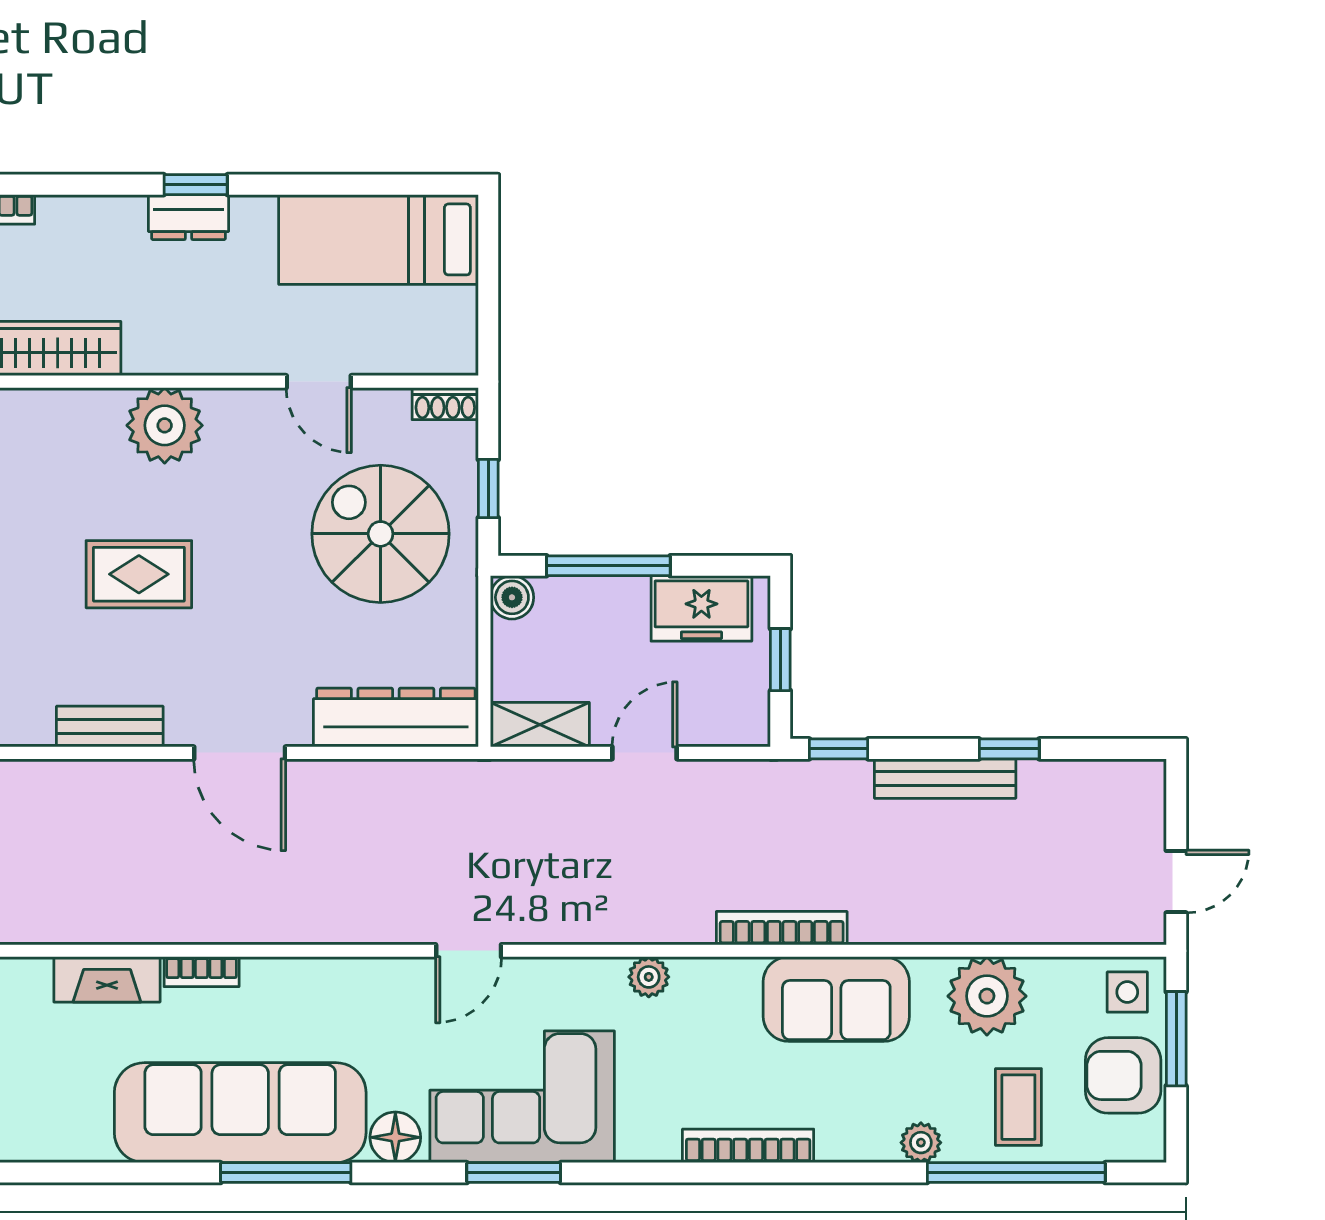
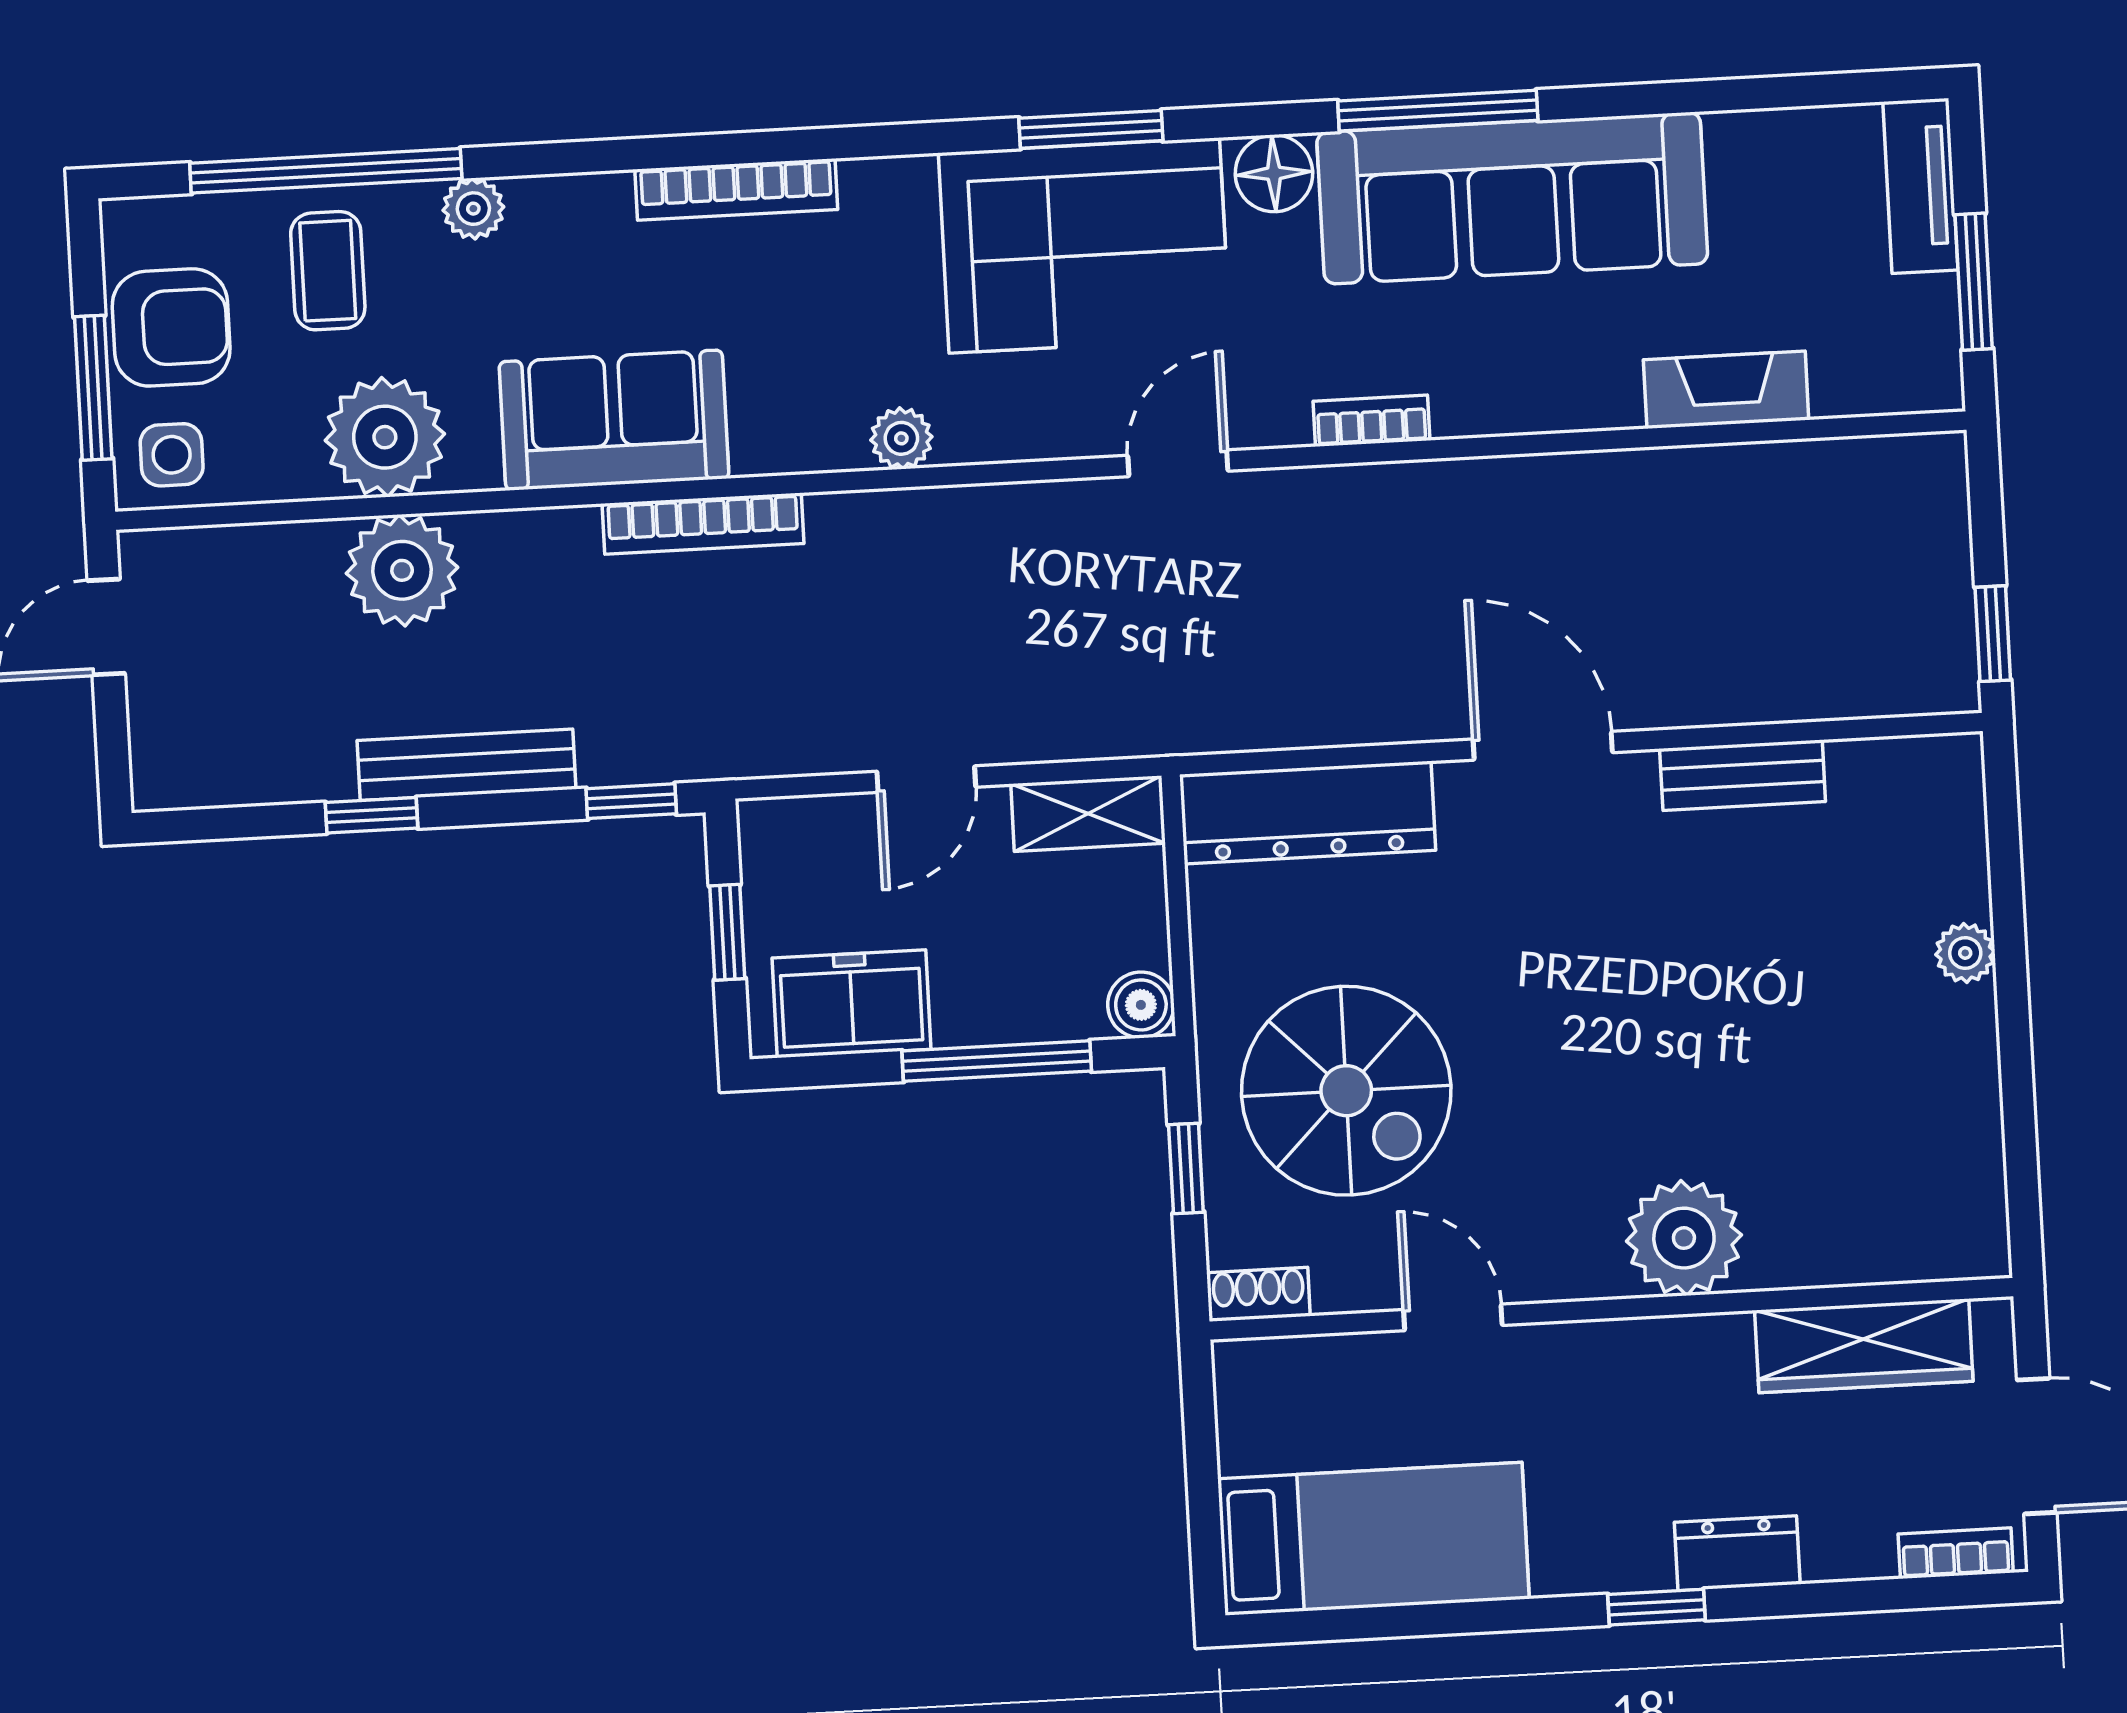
dresser: (189, 217) -> (1737, 1553), moved
rug: (139, 574) -> (1711, 1009), removed
plant: (980, 908) -> (402, 570), added
bookcase: (202, 972) -> (1371, 421), moved

